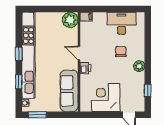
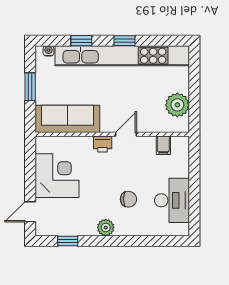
filing cabinet: (86, 17) -> (163, 145), moved
plant: (70, 20) -> (177, 105), moved
window: (37, 115) -> (30, 87), moved

